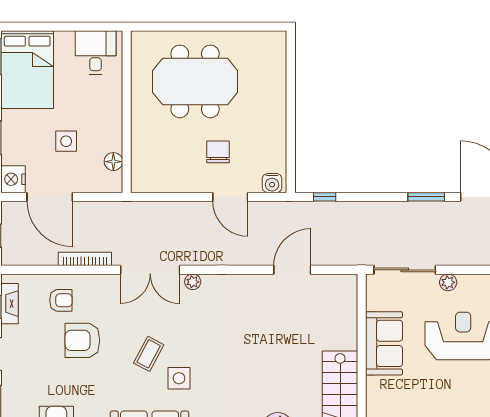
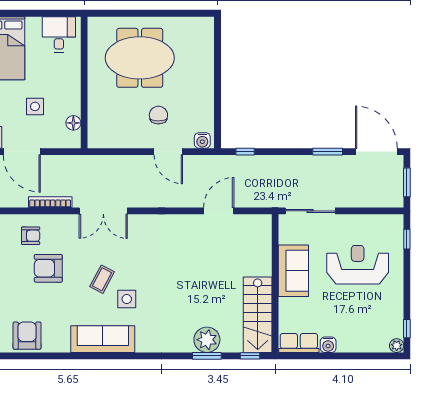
plant: (193, 282) -> (138, 221), removed
plant: (448, 282) -> (345, 221), removed

